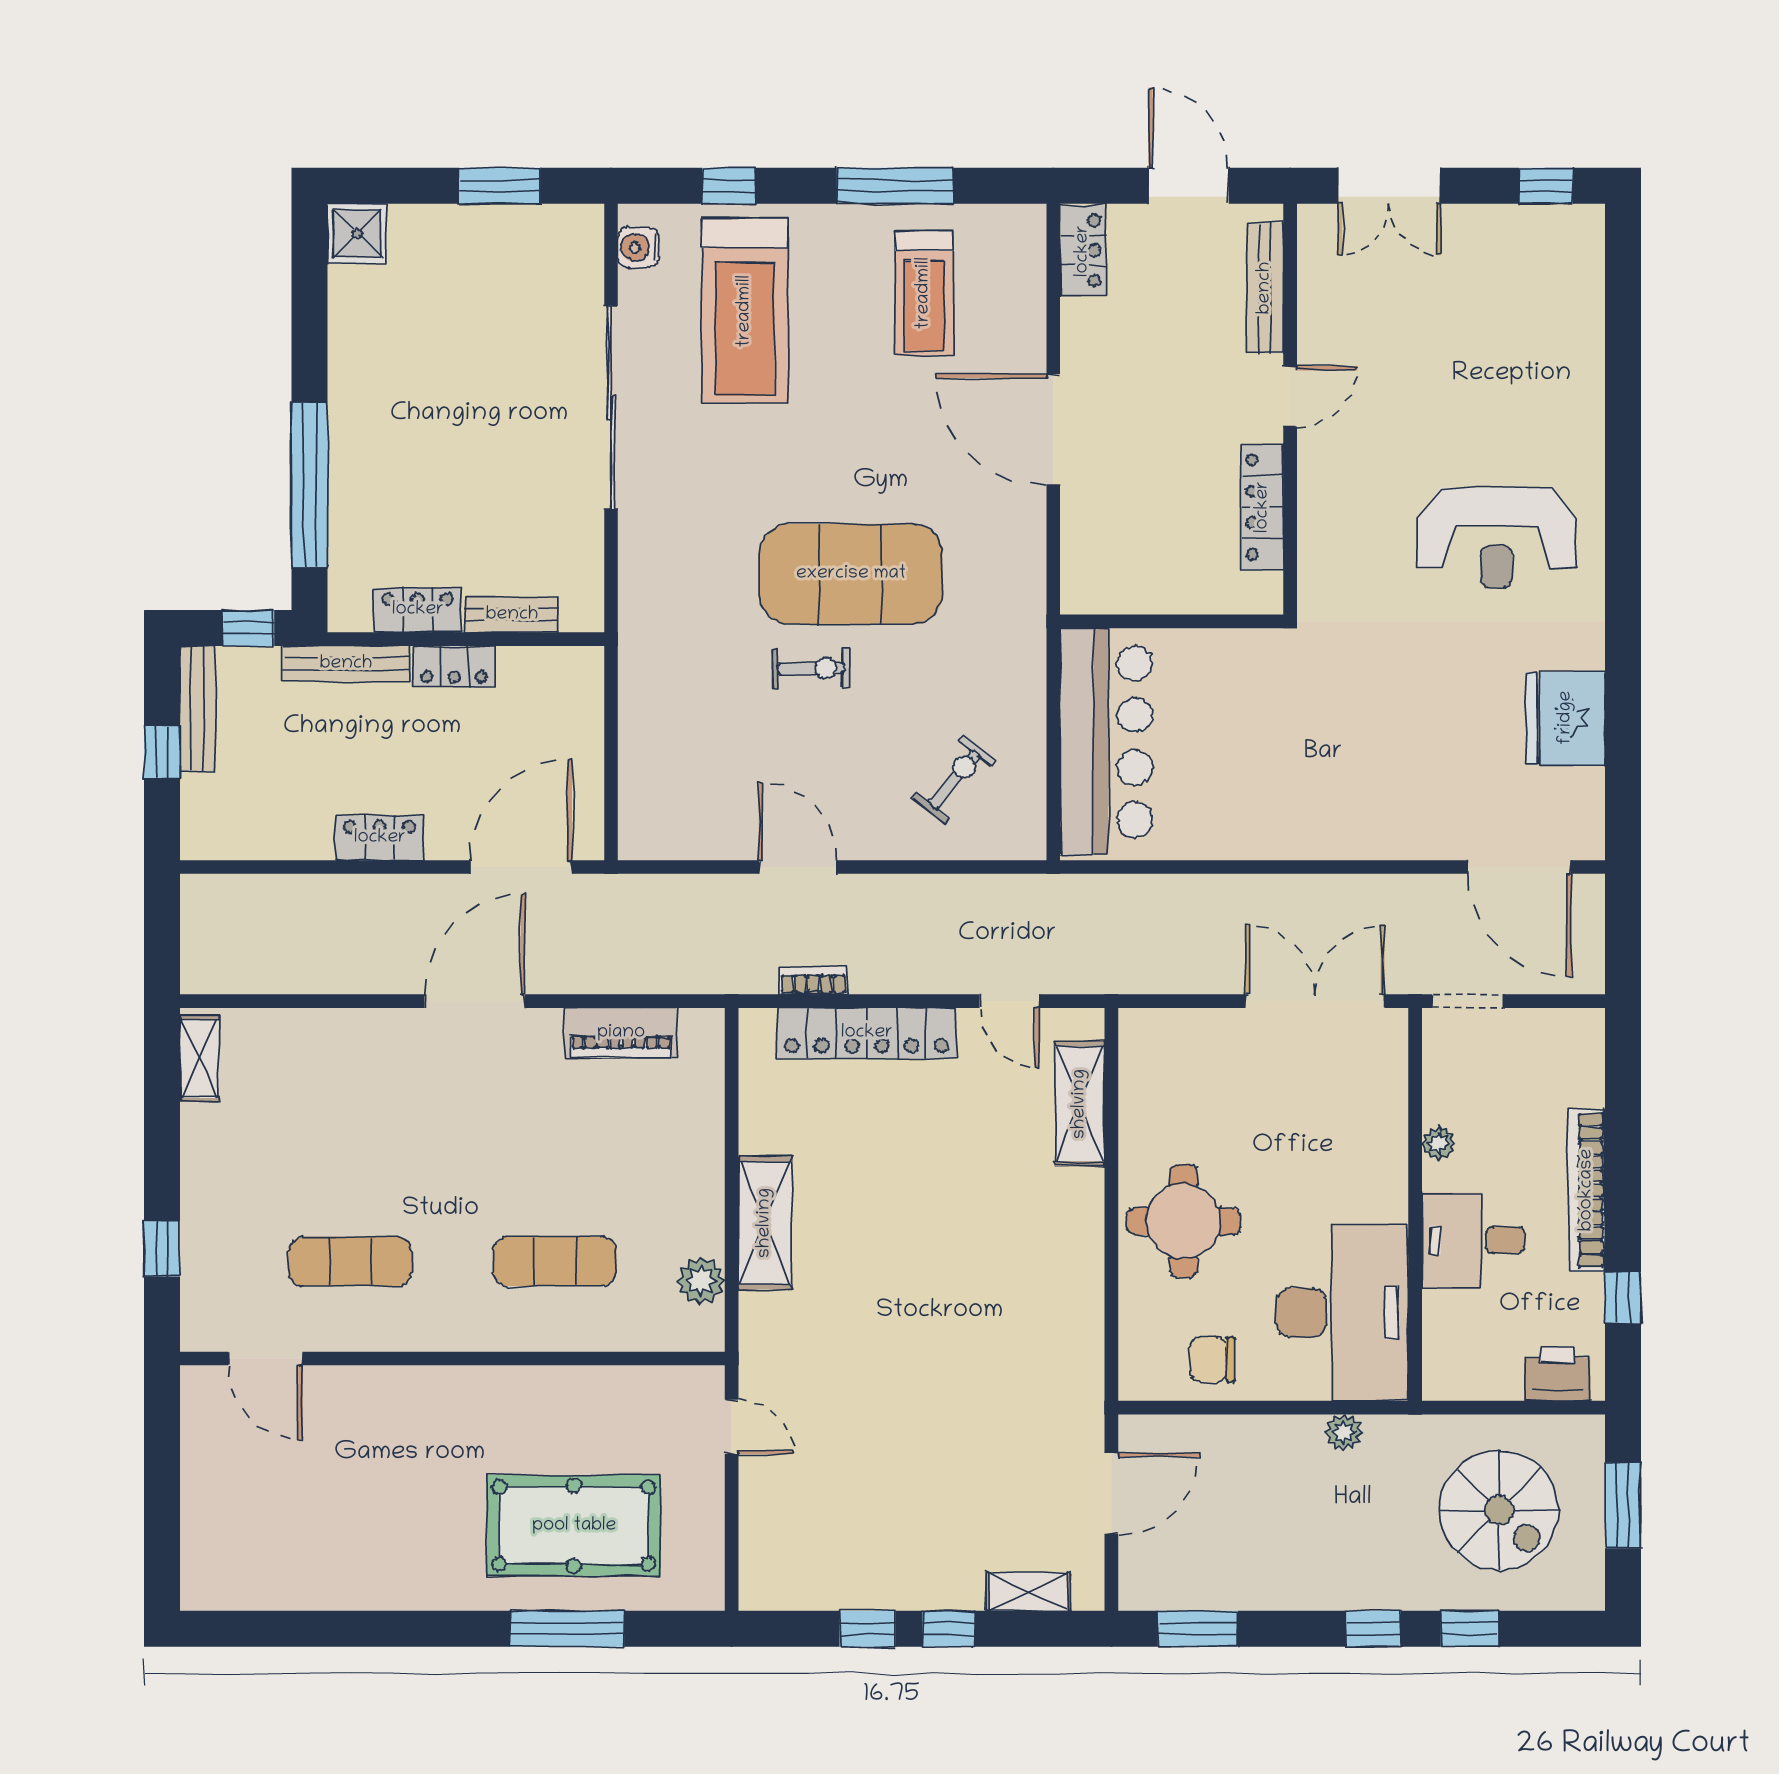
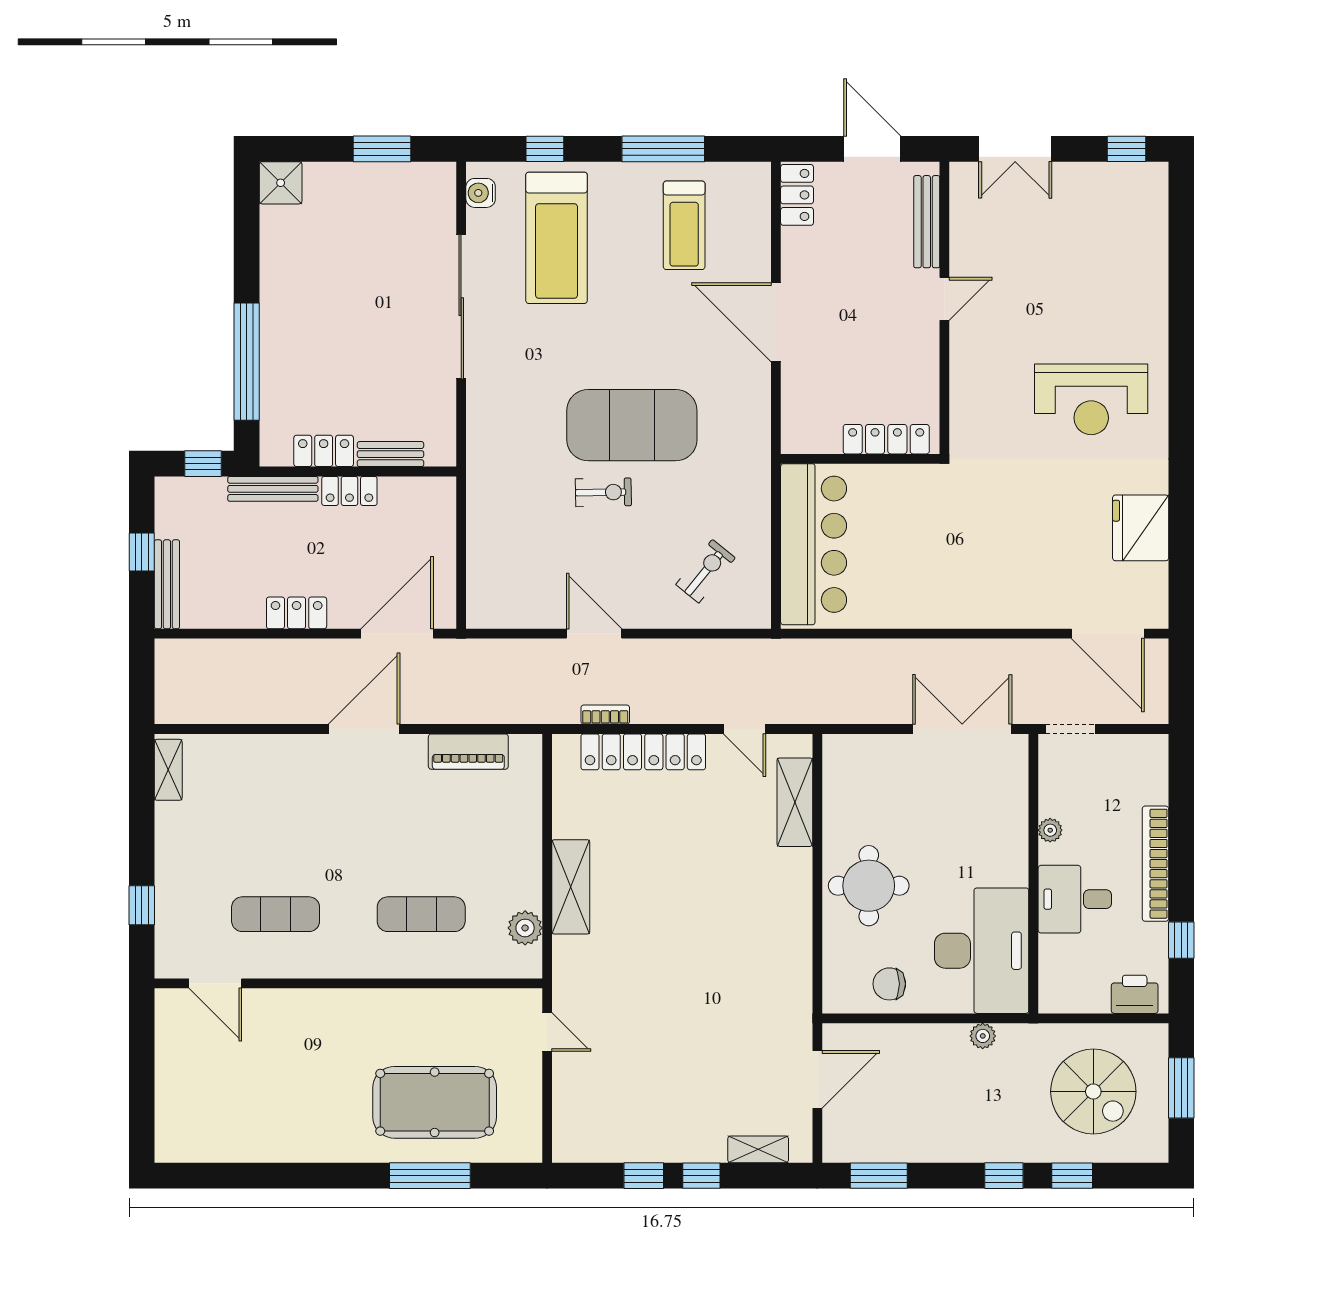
locker: (1263, 507) -> (886, 439), moved, turned 90
bench: (197, 709) -> (167, 584), moved

